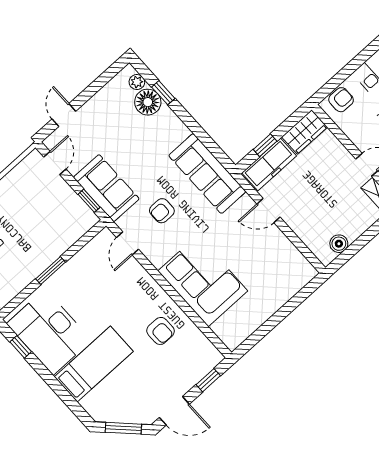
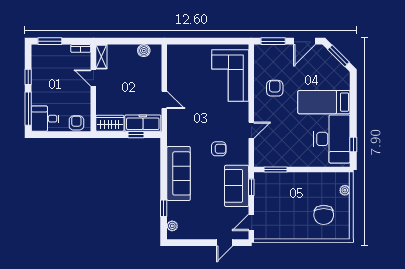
armchair: (341, 100) -> (76, 123), turned 90
floor lamp: (148, 102) -> (176, 211), removed
sofa: (207, 174) -> (179, 173), moved
door: (128, 243) -> (251, 130), moved
window: (51, 270) -> (275, 170), moved
corner sofa: (203, 281) -> (230, 75), moved
window: (208, 380) -> (273, 41), width x1.50
door: (174, 411) -> (304, 41), swing flipped

